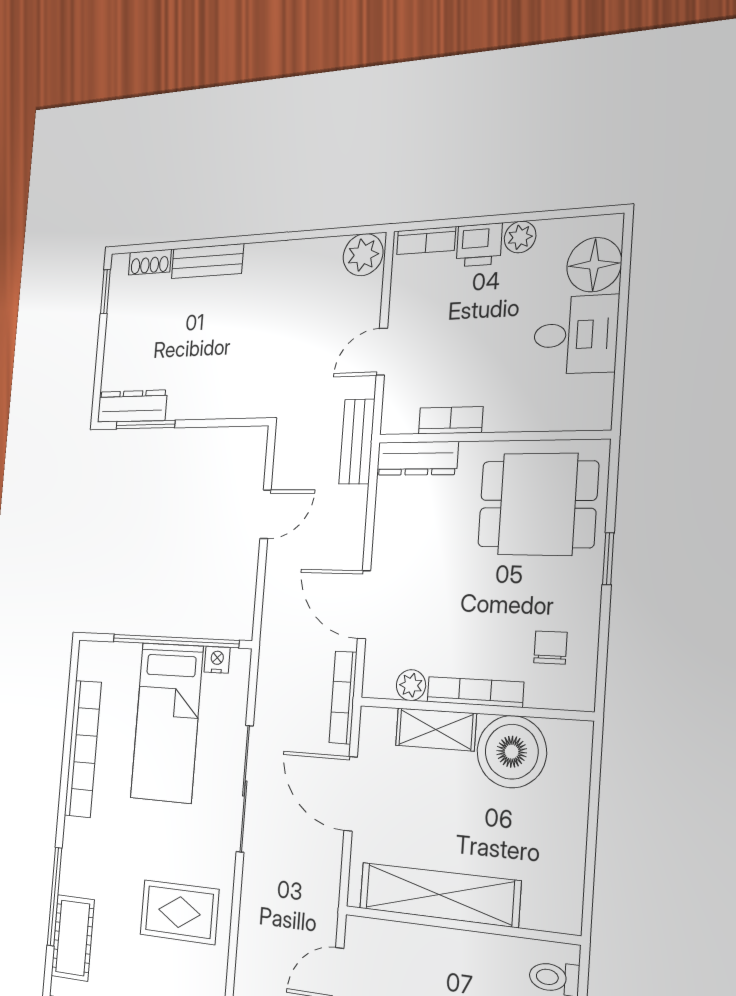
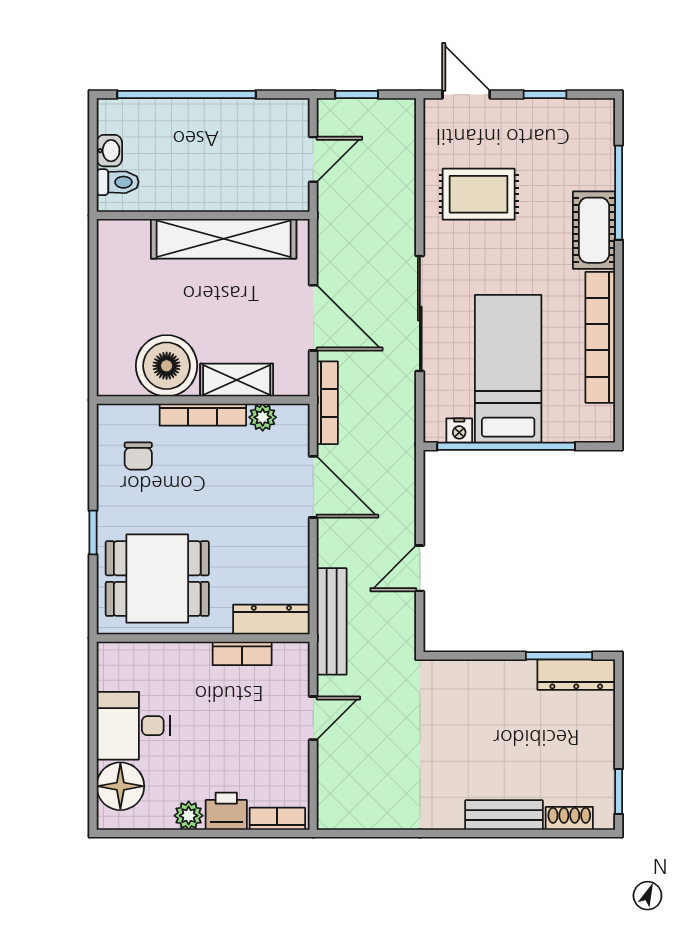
plant: (363, 255) -> (339, 810), removed
bench: (357, 442) -> (332, 621), width x1.36
cot: (73, 938) -> (594, 230), moved

